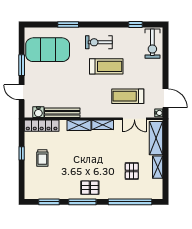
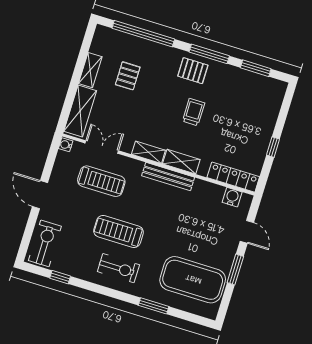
door: (166, 98) -> (40, 195), moved
bench: (62, 113) -> (168, 177), moved
trolley: (42, 158) -> (194, 112), moved

